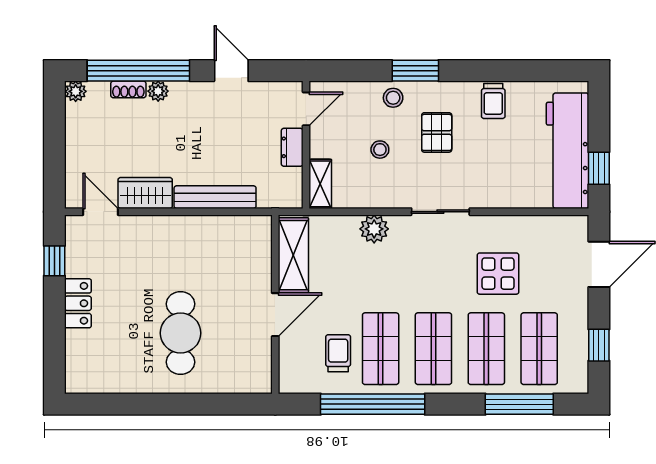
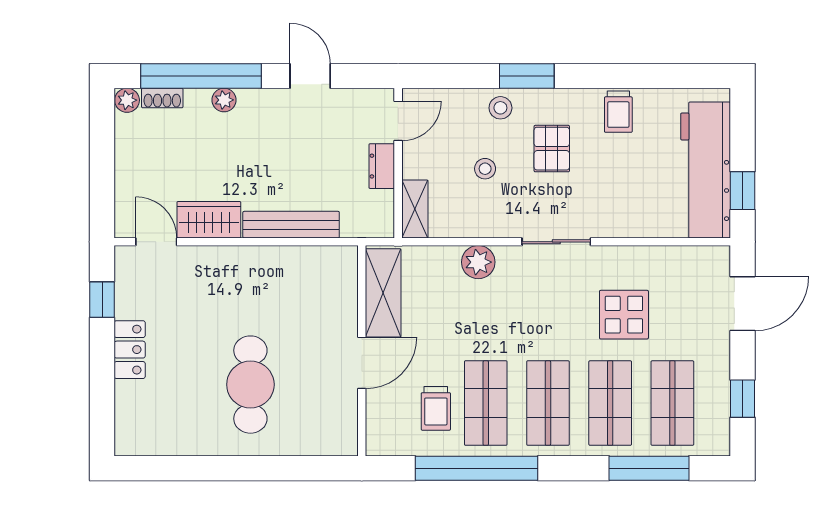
shoe rack: (128, 89) -> (162, 98), moved
trolley: (338, 353) -> (436, 408), turned 180

